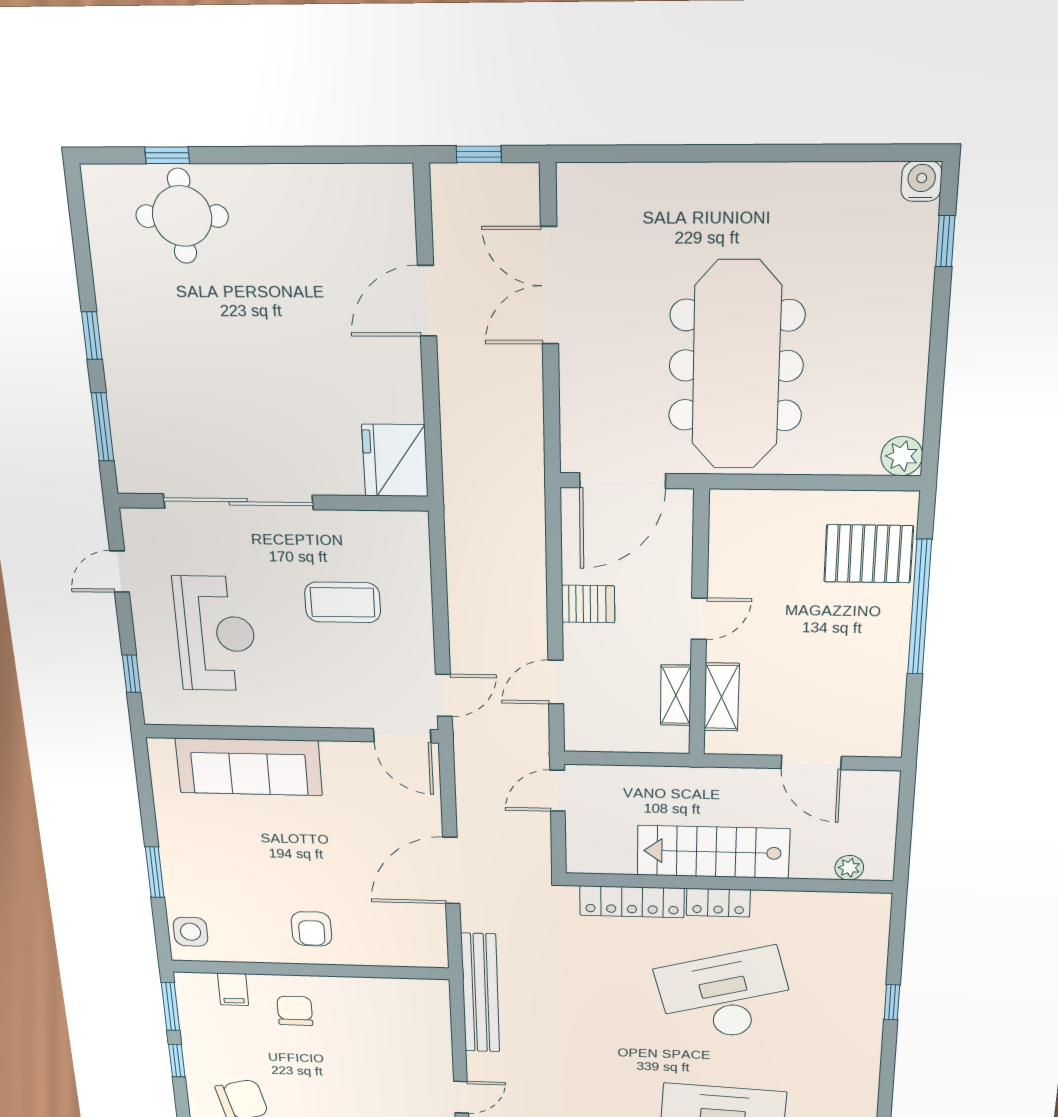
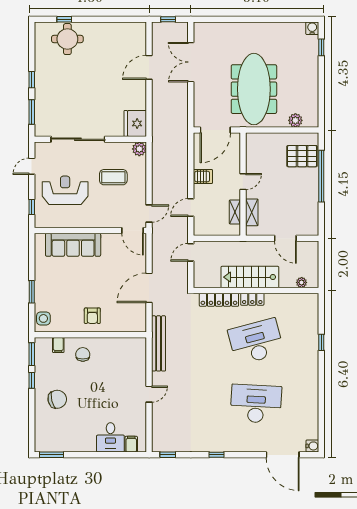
plant: (902, 456) -> (295, 120), moved
plant: (410, 529) -> (139, 149), added
reception desk: (215, 634) -> (65, 190), turned -90

